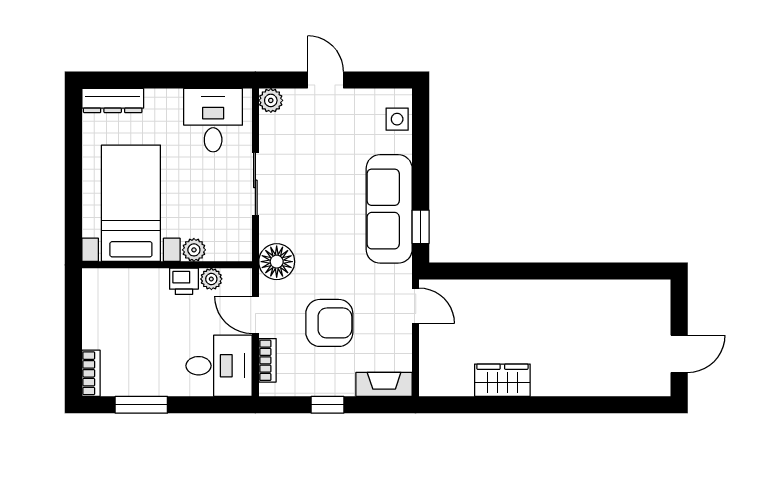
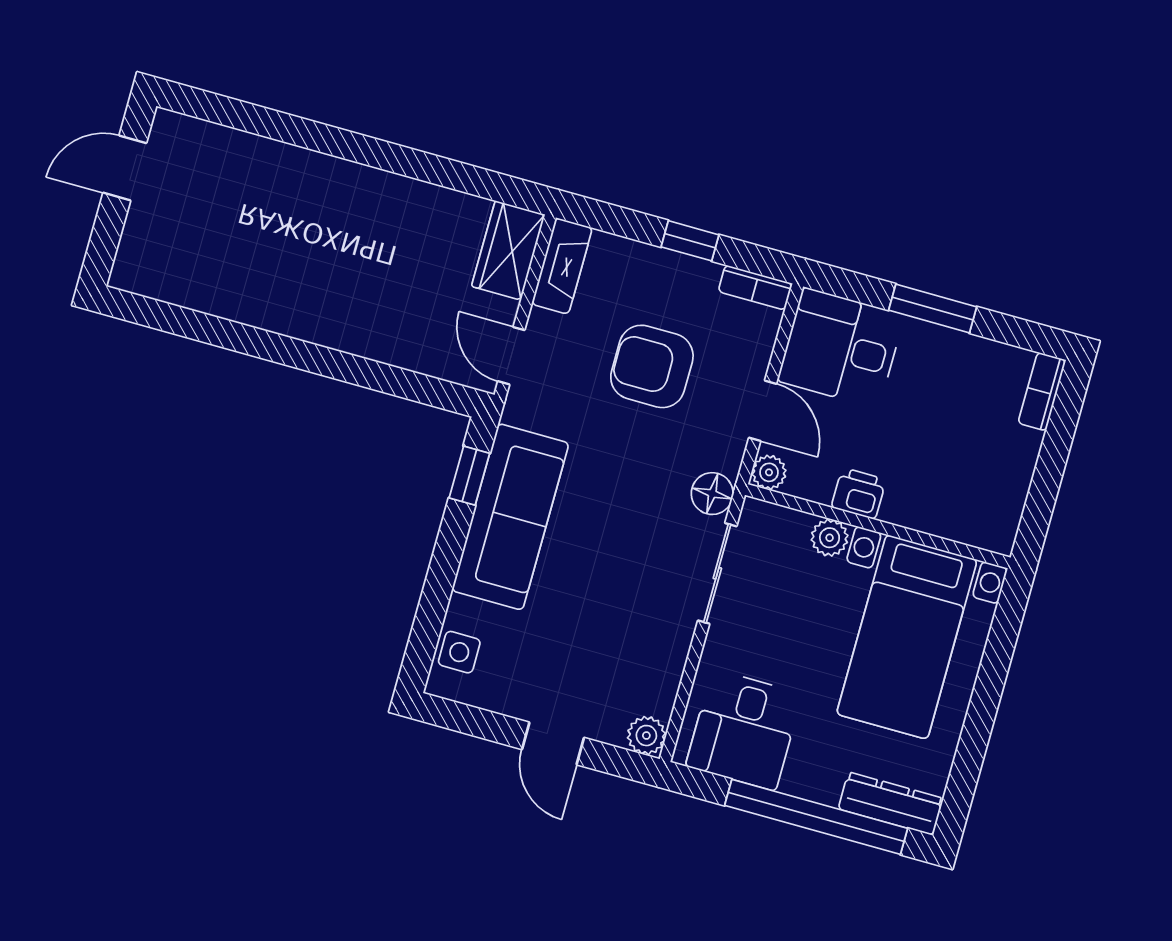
window: (155, 80) -> (816, 817), added
sliding door: (255, 184) -> (717, 573), moved
floor lamp: (277, 262) -> (712, 494), width x0.73, depth x0.73
plant: (211, 279) -> (769, 472), moved
bookcase: (267, 360) -> (755, 288), moved, turned -90
wardrobe: (502, 380) -> (508, 250), moved, turned 90
fireplace: (384, 384) -> (562, 266), moved, turned -90
window: (141, 405) -> (933, 309), moved

